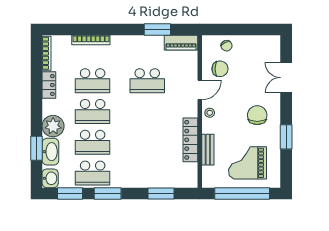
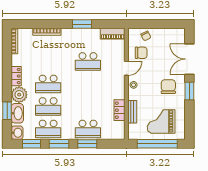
window: (157, 29) -> (82, 24), moved
double door: (286, 78) -> (189, 59), width x1.37
school desk: (93, 81) -> (88, 129), moved
locker: (49, 85) -> (16, 76), moved
window: (286, 137) -> (189, 91), moved
locker: (190, 140) -> (119, 110), width x0.66
window: (161, 193) -> (87, 144), moved

